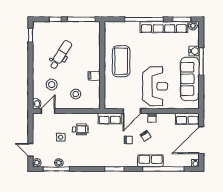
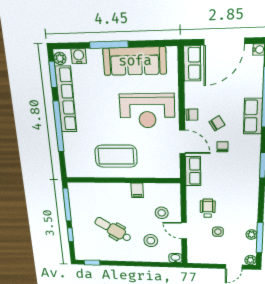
water cooler: (194, 51) -> (79, 56), moved
reception desk: (155, 86) -> (147, 111), turned 180
door: (48, 111) -> (184, 231), moved
door: (201, 140) -> (224, 41), hinge flipped

